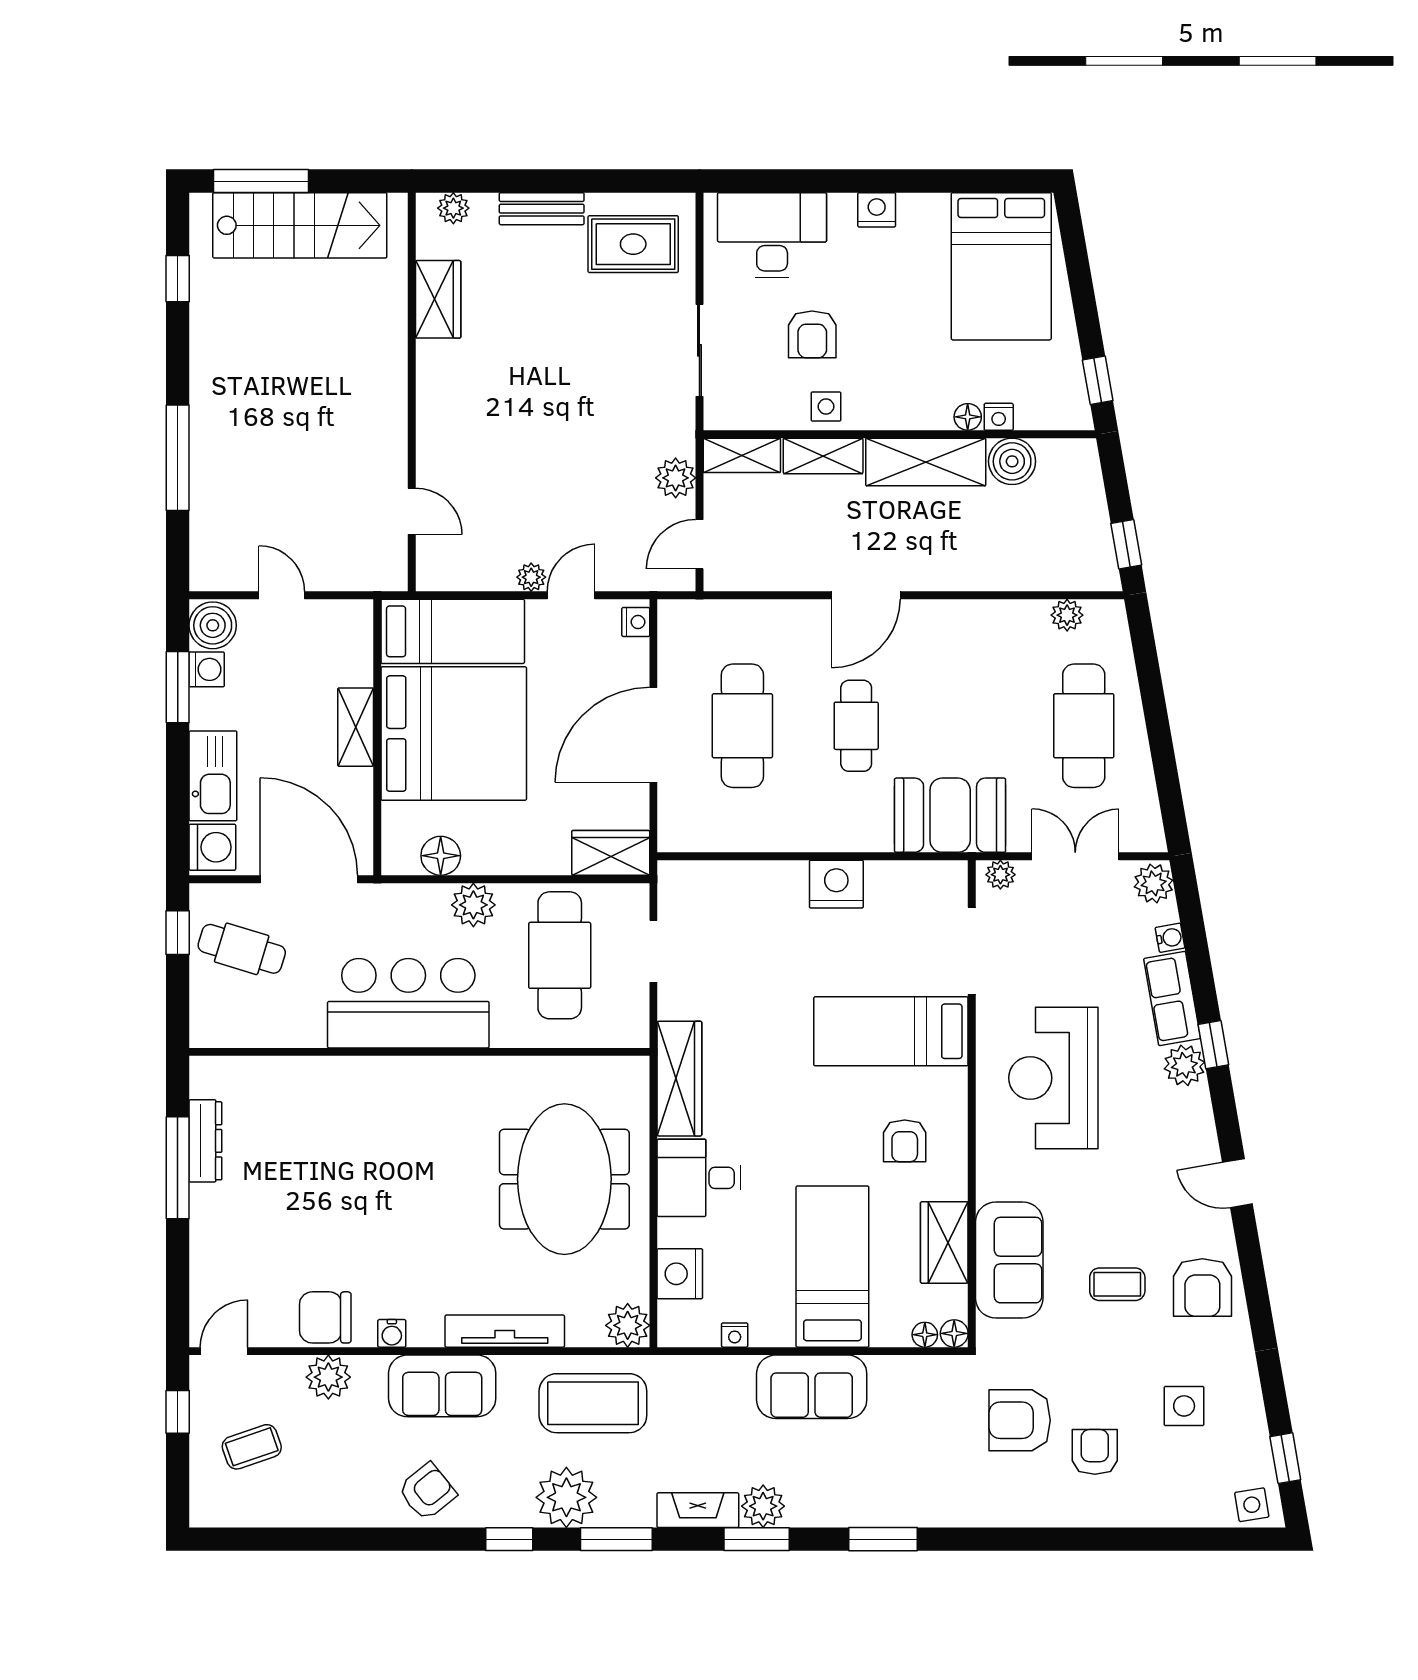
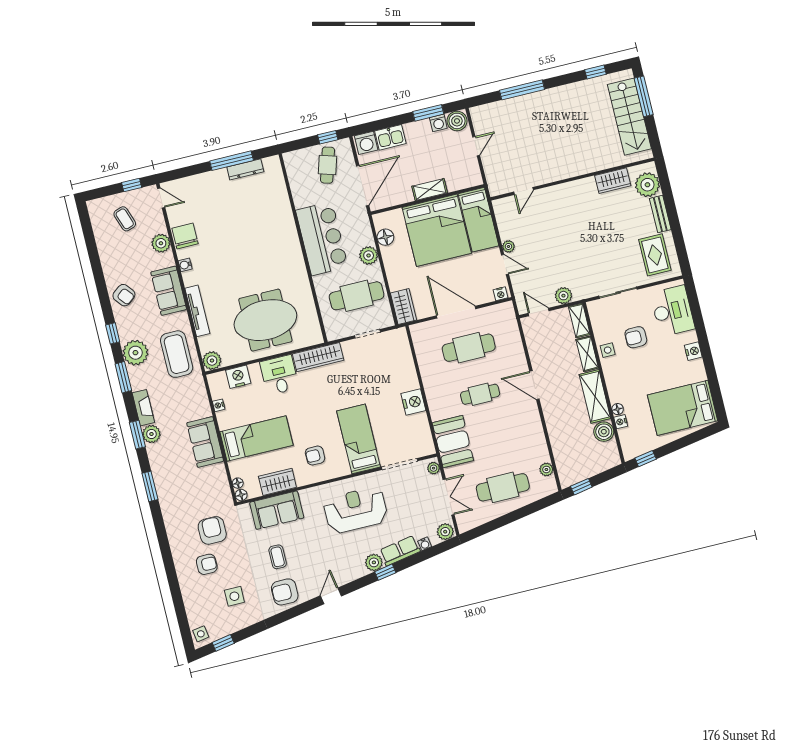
plant: (453, 208) -> (647, 185), width x1.88, depth x1.88
kitchen sink: (213, 776) -> (390, 137), width x0.73

